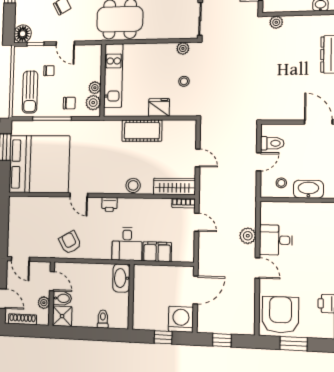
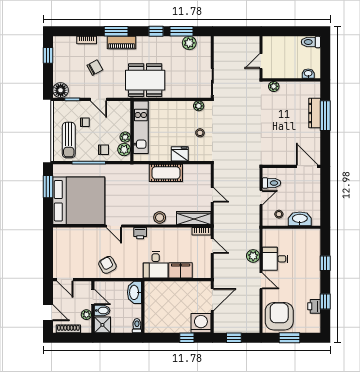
washbasin: (121, 278) -> (134, 292), moved
wall: (131, 297) -> (143, 307), moved

